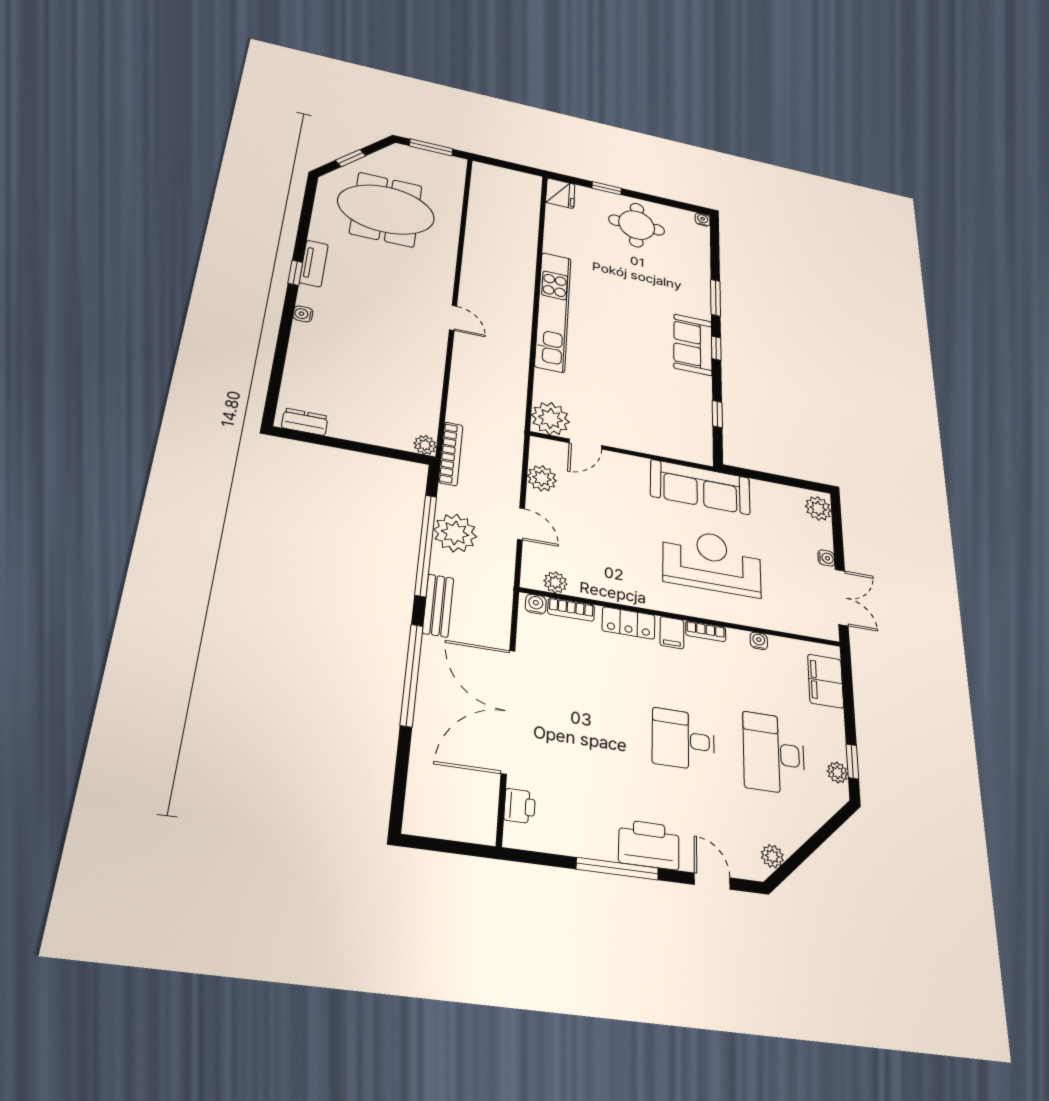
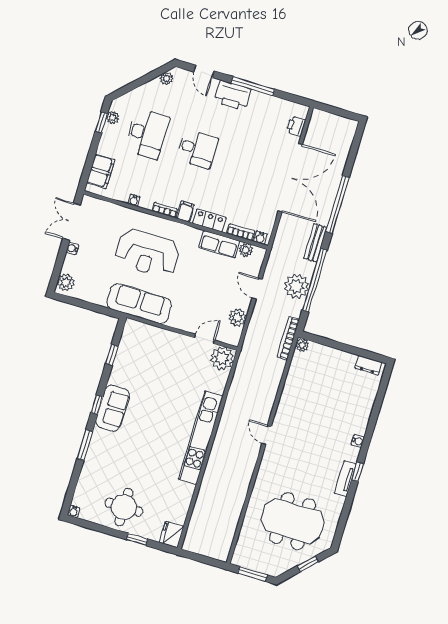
row of seats: (602, 587) -> (219, 244), added

